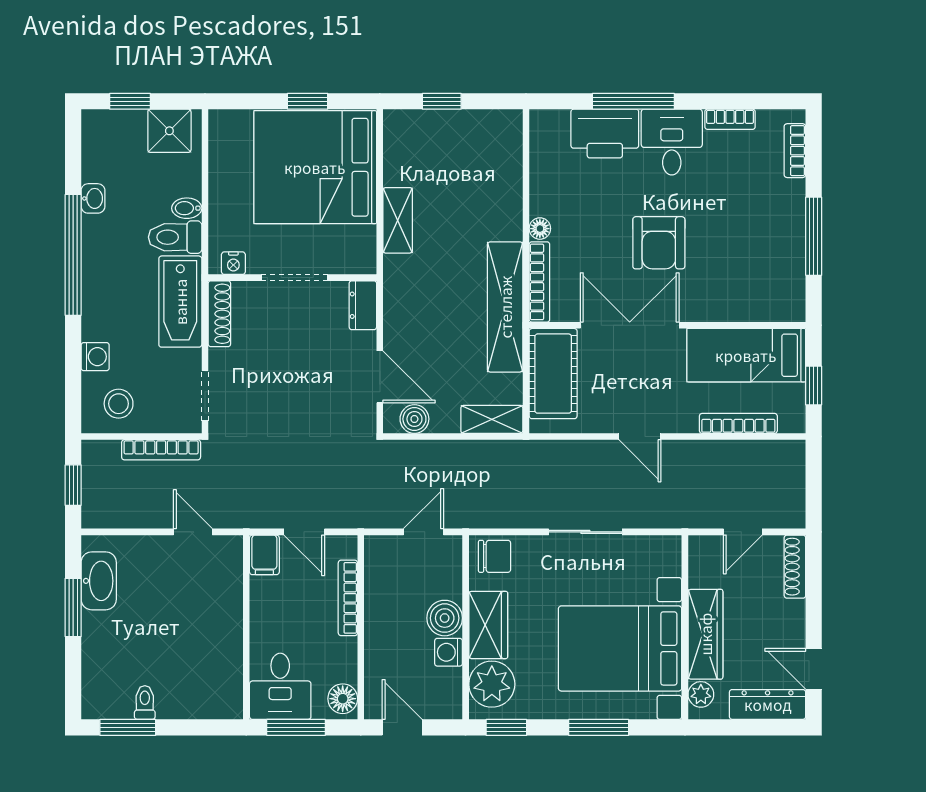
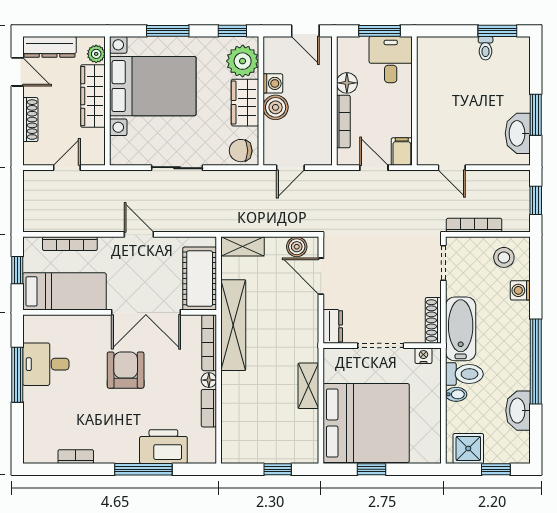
desk: (672, 142) -> (46, 364), moved, turned 90
bookcase: (795, 151) -> (209, 408), moved, turned 180
washbasin: (93, 198) -> (518, 411), width x1.91, depth x1.45
shoe rack: (795, 567) -> (30, 120), moved
floor lamp: (343, 699) -> (347, 83), moved

